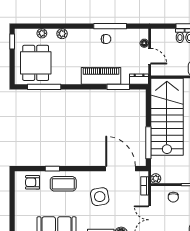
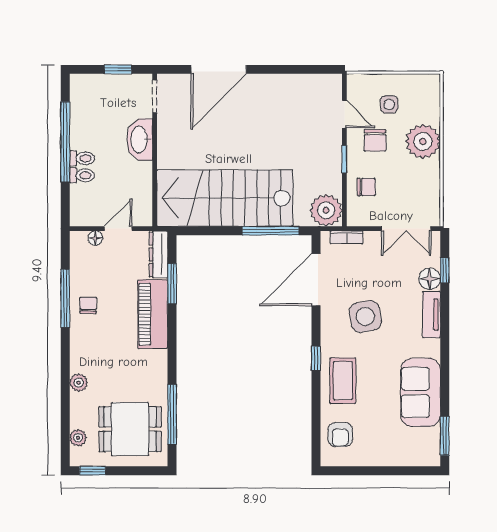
plant: (42, 33) -> (78, 438), moved
dresser: (139, 79) -> (159, 254), width x1.44
window: (52, 169) -> (316, 359), moved
plant: (156, 179) -> (326, 210), width x1.88, depth x1.88

